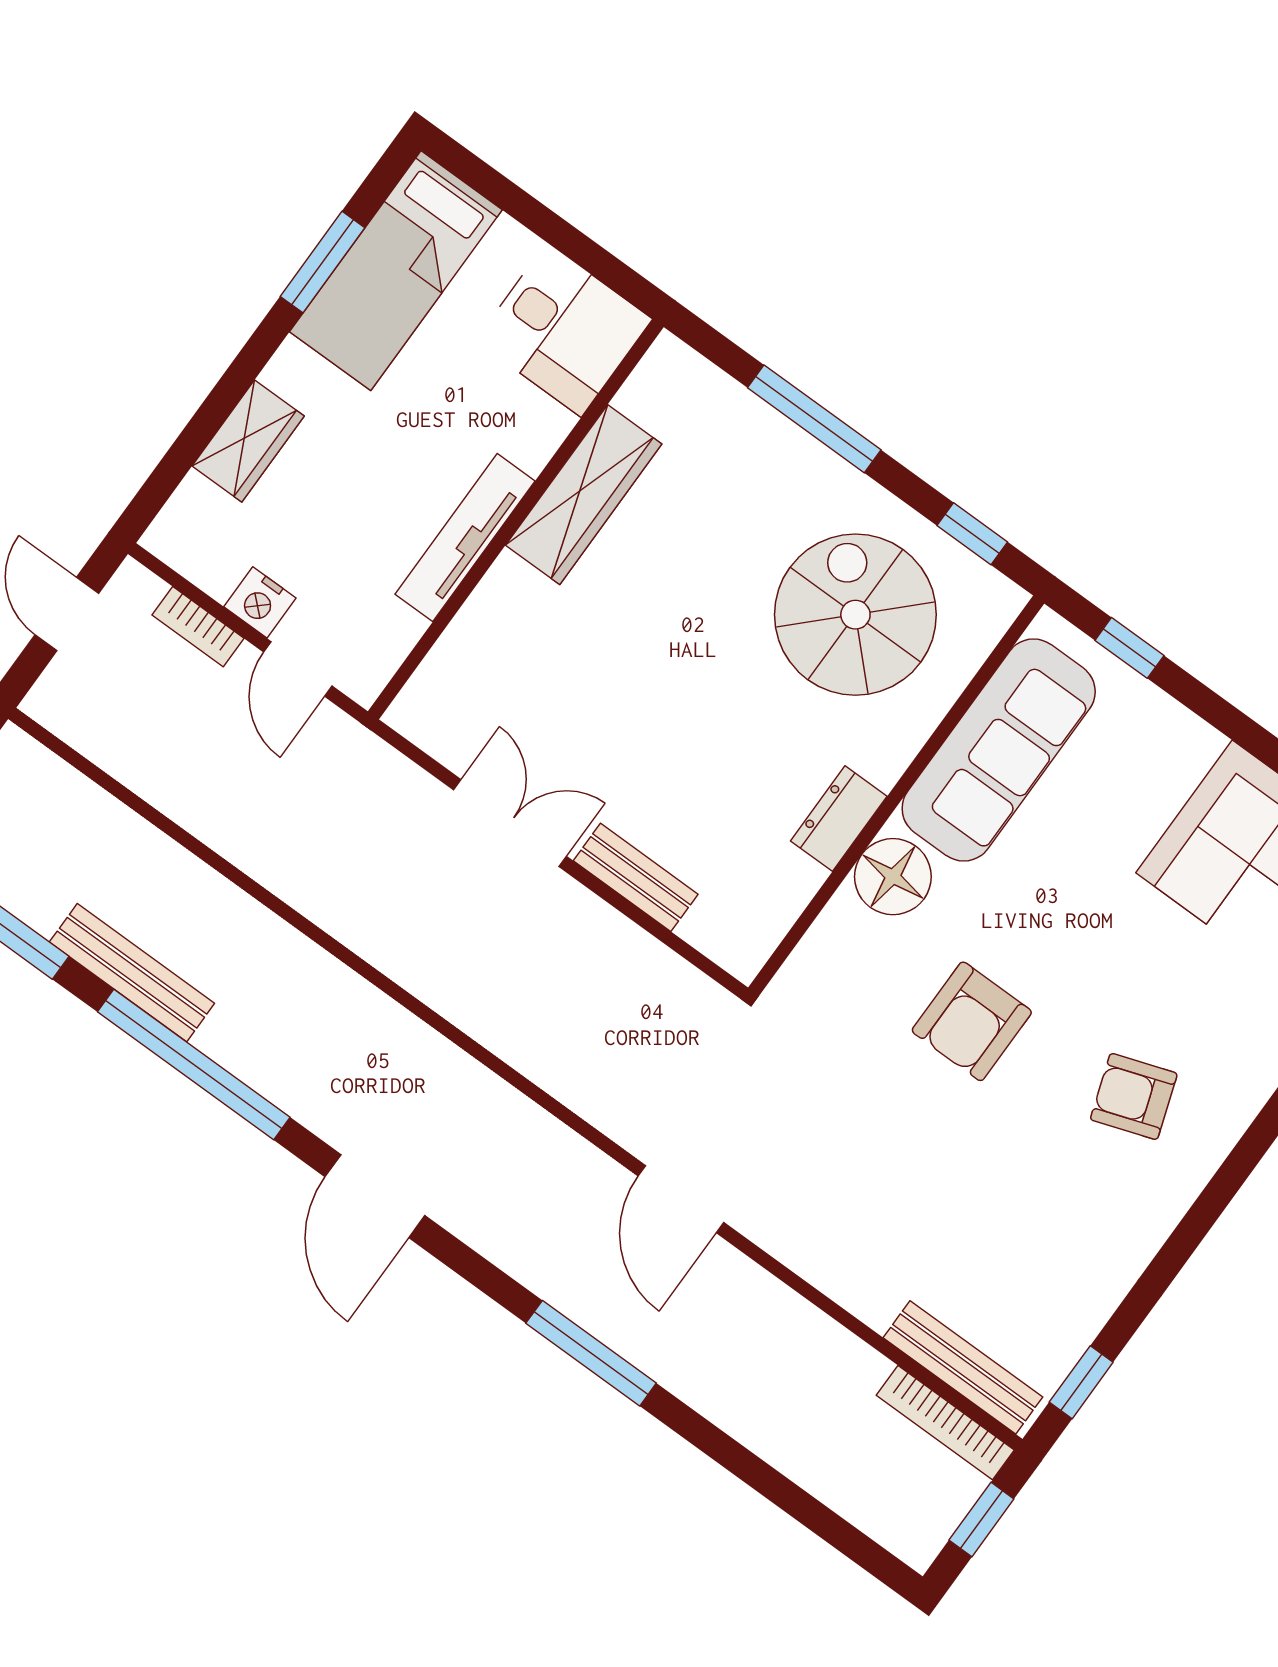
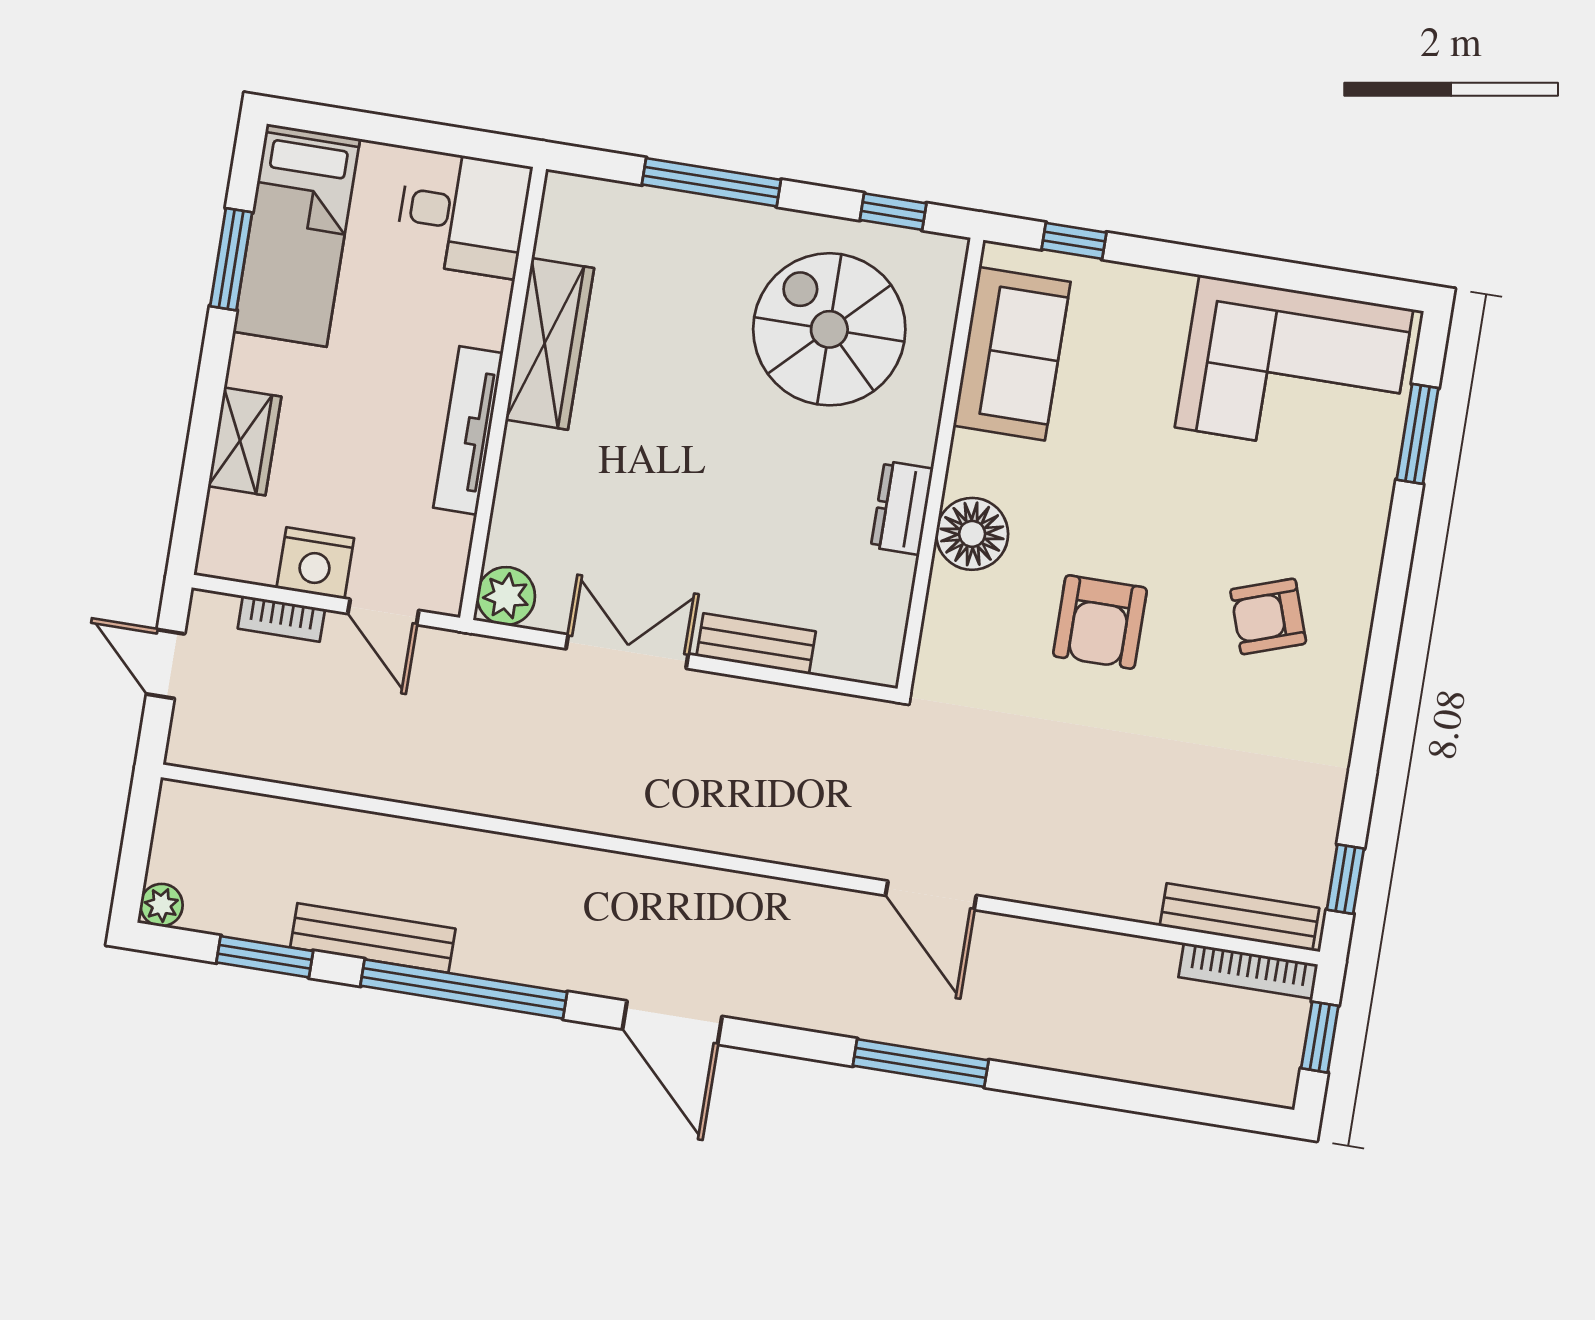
nightstand: (260, 602) -> (315, 563), width x1.36, depth x1.33
plant: (422, 713) -> (506, 596), added
sofa: (999, 750) -> (1012, 354), width x0.73

